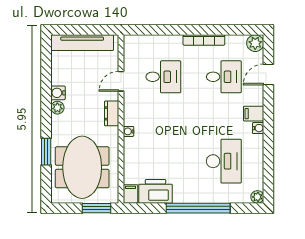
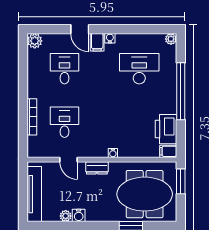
bookcase: (204, 40) -> (32, 117), moved
door: (268, 75) -> (80, 29), moved
plant: (57, 108) -> (66, 216), moved

